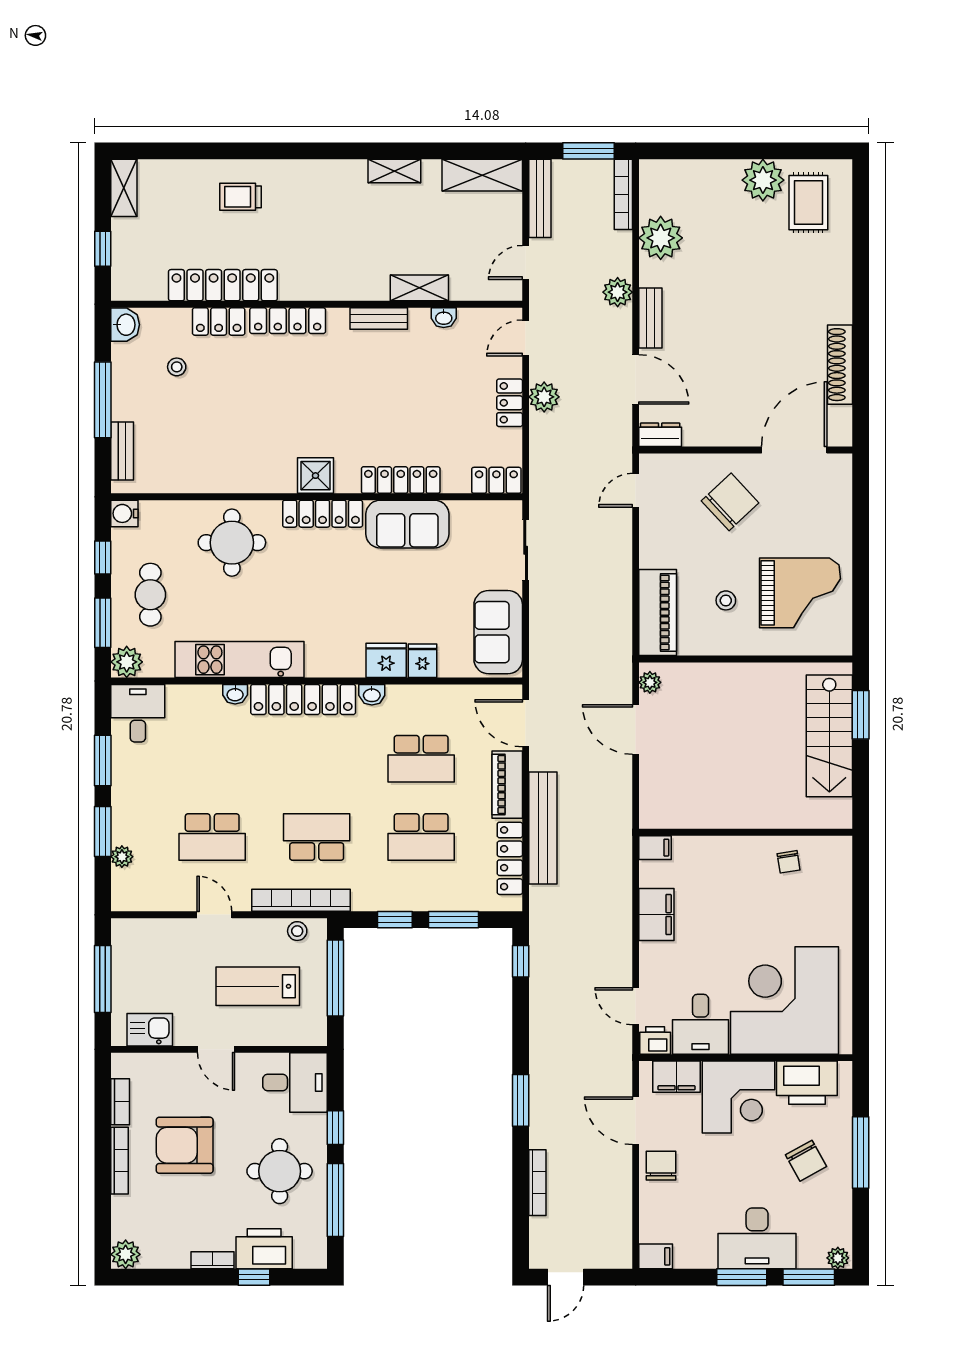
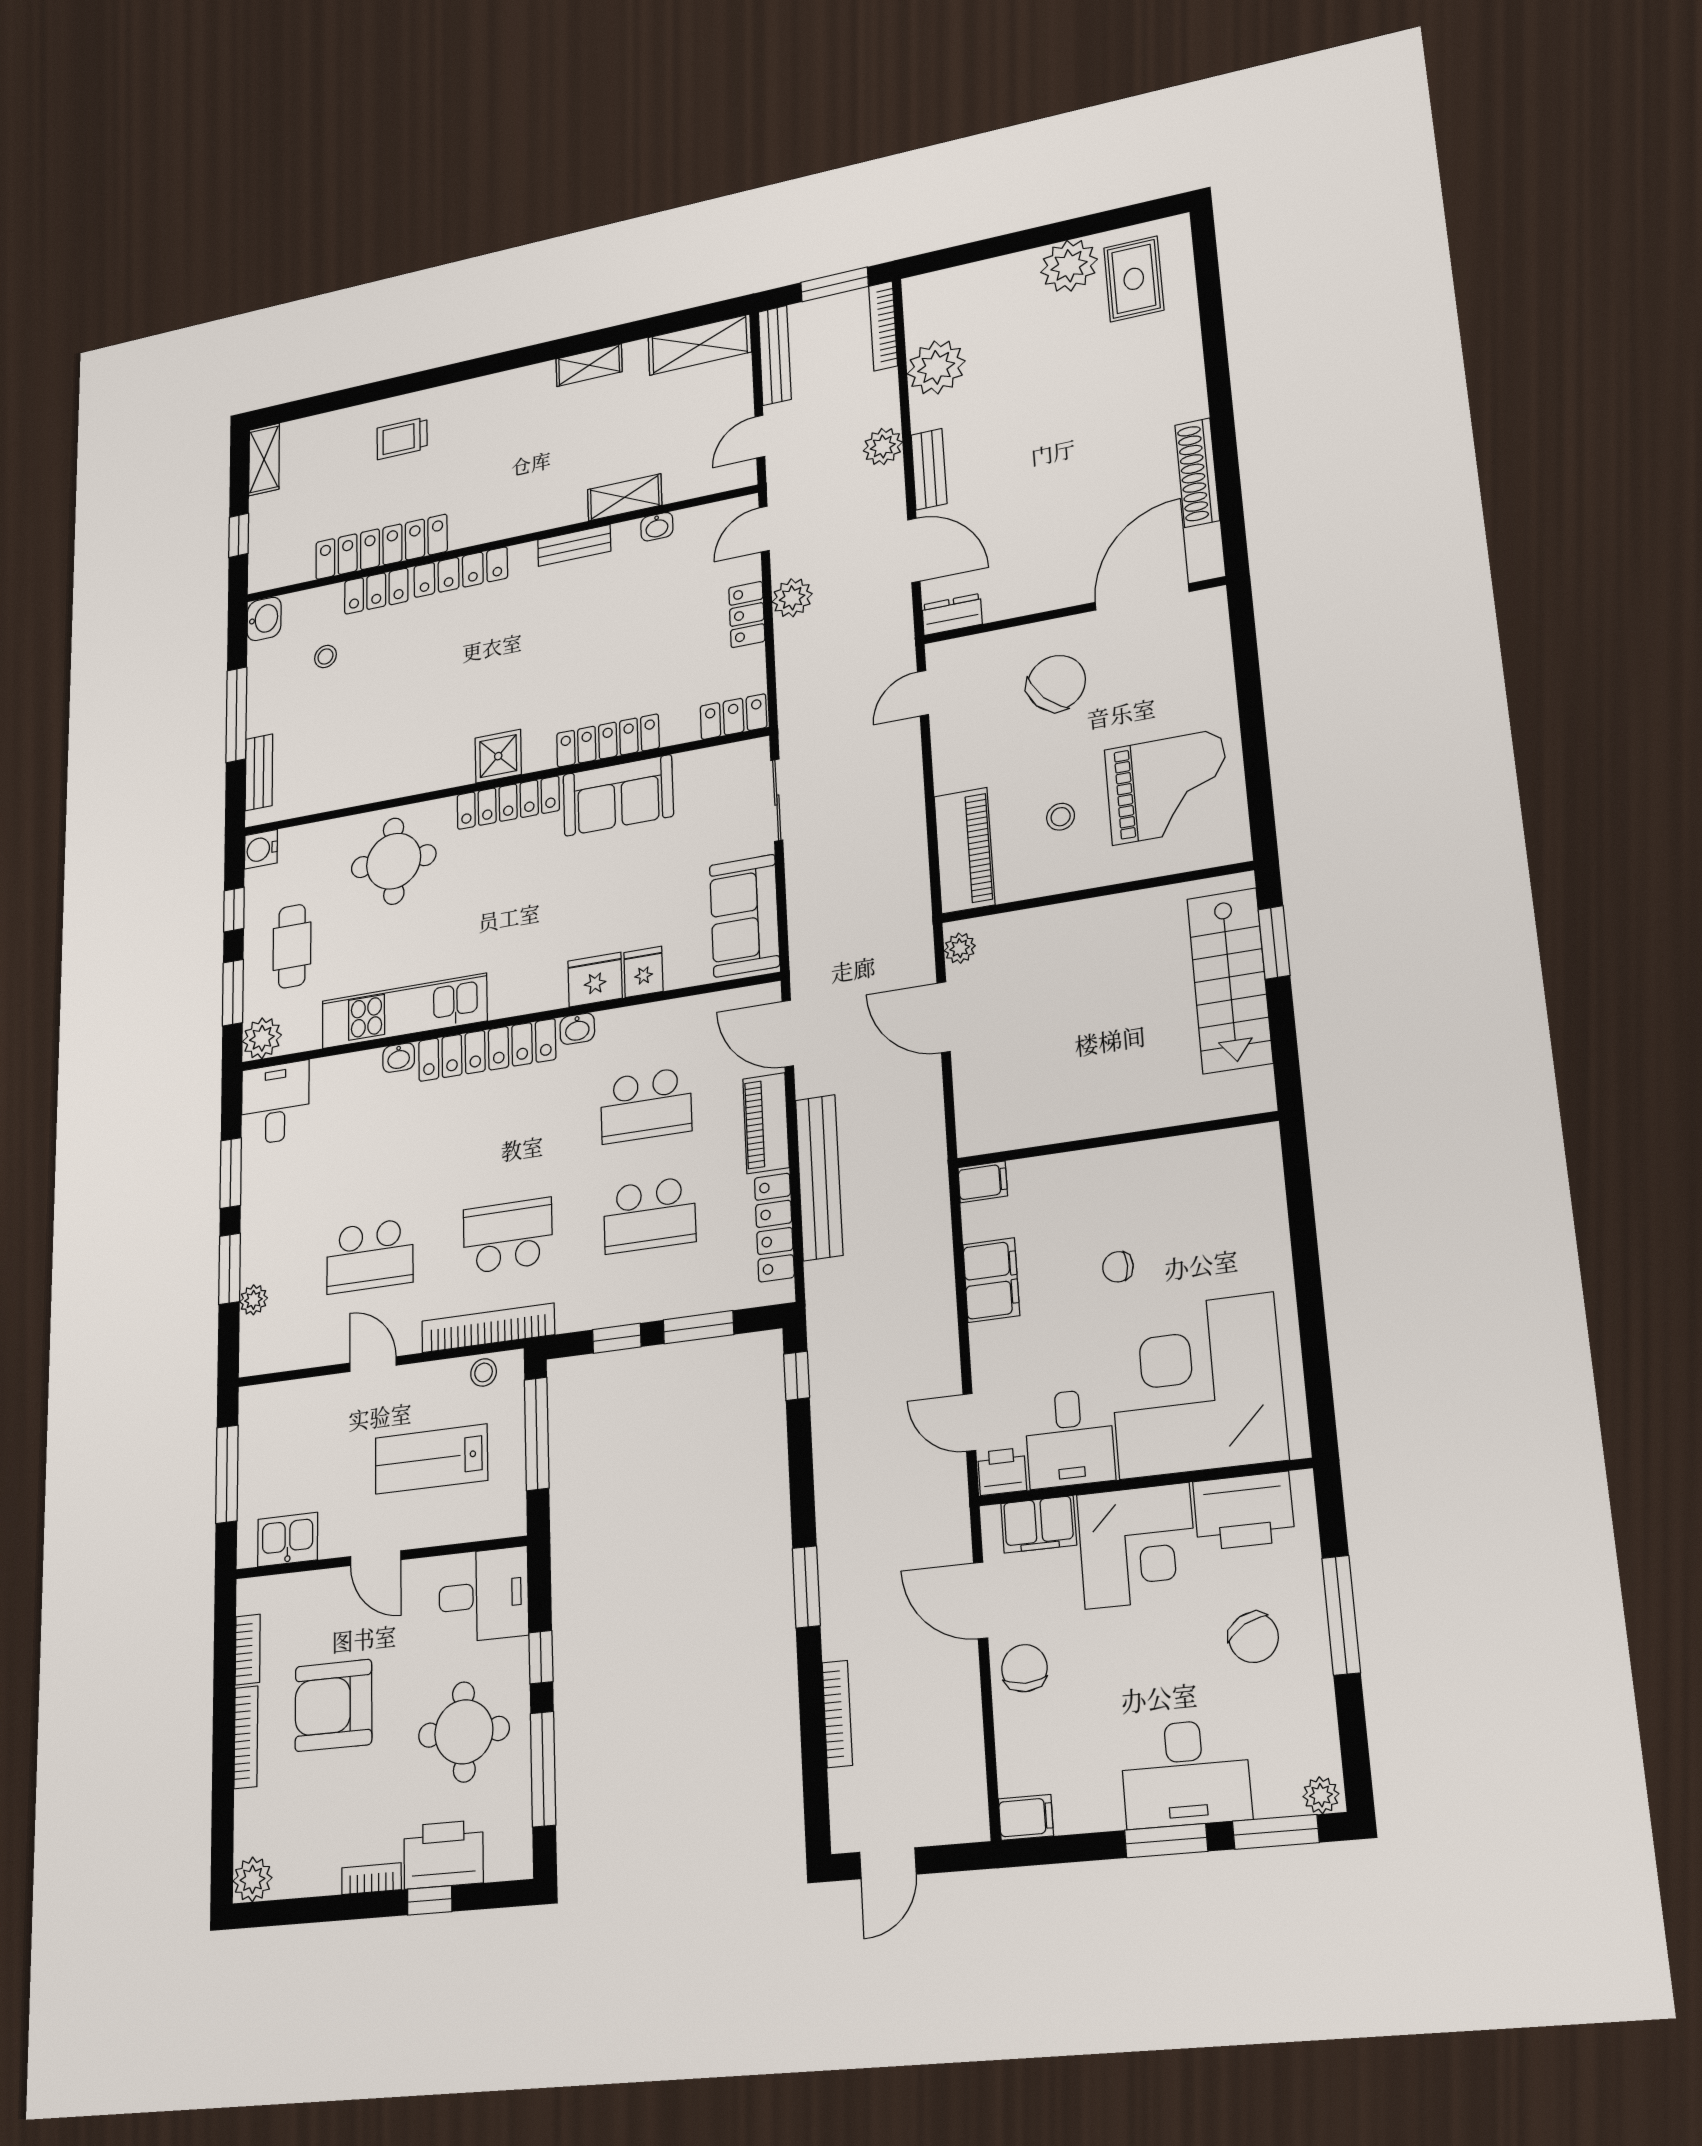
chair: (789, 862) -> (1118, 1267), moved, turned 99

